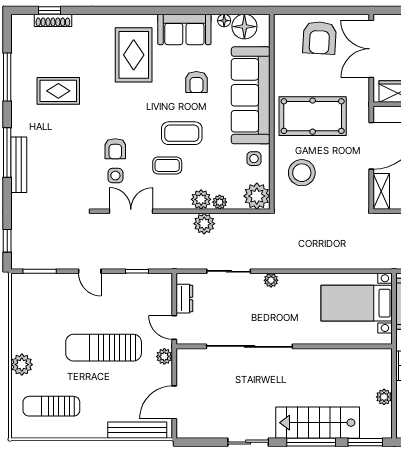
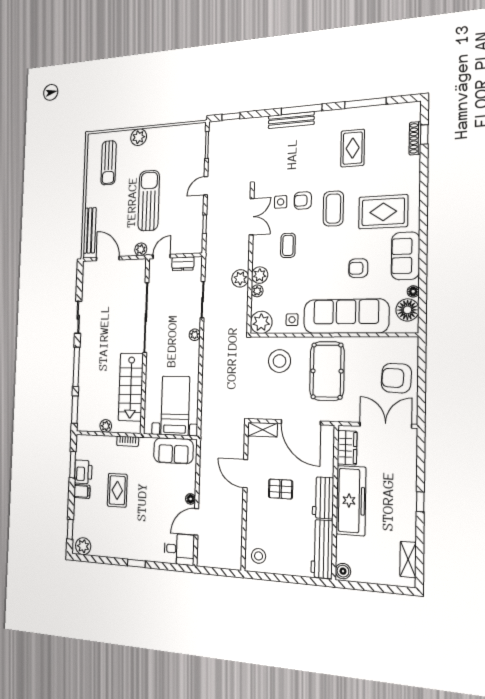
coffee table: (182, 133) -> (333, 209), moved
sun lounger: (51, 406) -> (109, 163), turned 180
stairs: (318, 423) -> (131, 387), moved, turned 180

